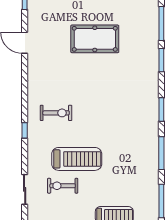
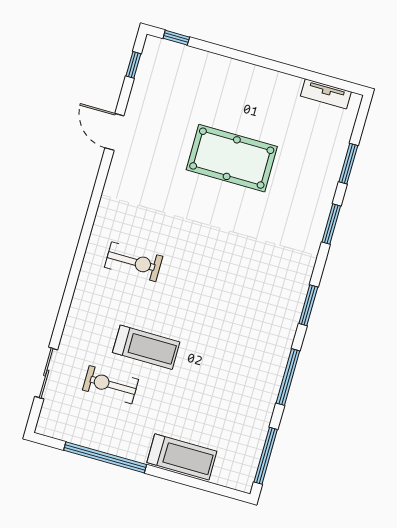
window: (161, 23) -> (348, 164), width x0.69
window: (25, 130) -> (74, 276), removed
treadmill: (77, 159) -> (146, 347), width x0.73, depth x0.73

